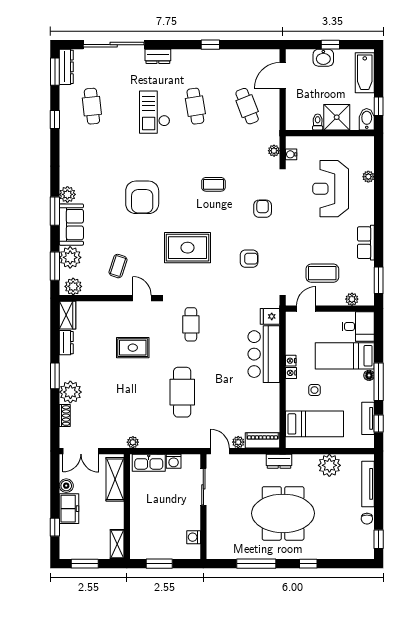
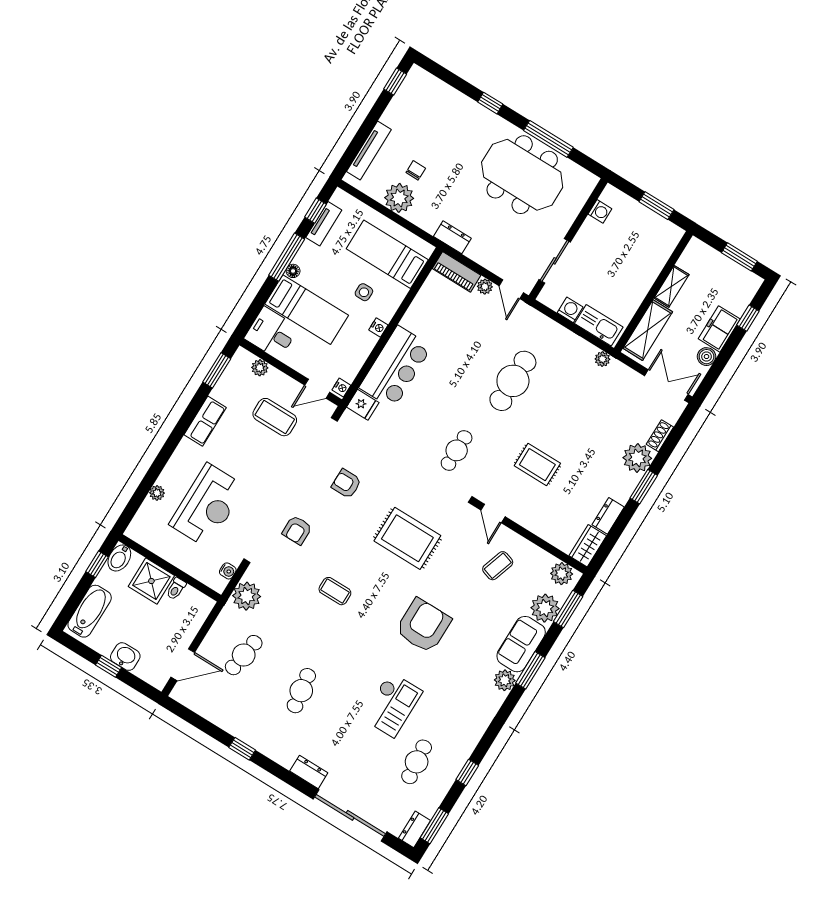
dresser: (66, 67) -> (414, 829), width x0.70
cafe table: (247, 106) -> (244, 655), turned 30
checkout: (155, 112) -> (392, 705), moved
plant: (274, 151) -> (247, 596), width x1.87, depth x1.87
nightstand: (291, 361) -> (341, 388), moved
meeting table: (283, 513) -> (522, 175), moved
chair: (367, 519) -> (416, 170), moved
shelving: (117, 544) -> (671, 286), moved

